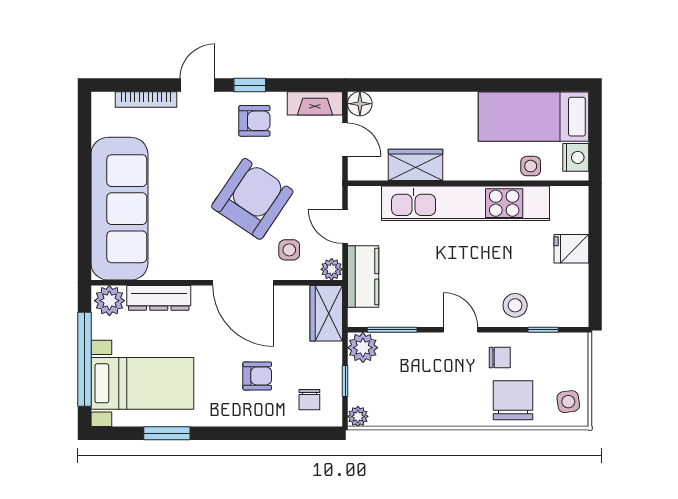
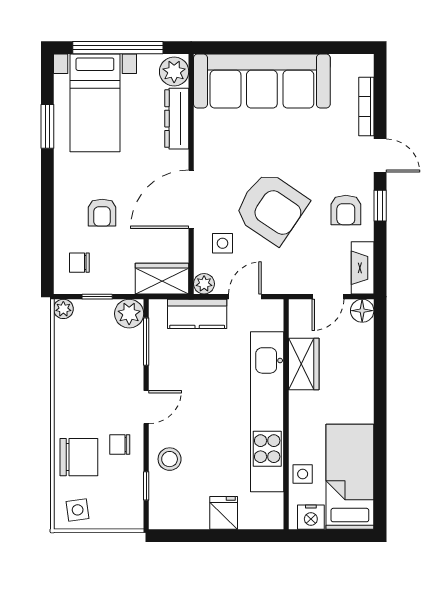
chair: (500, 358) -> (120, 444), turned 90

